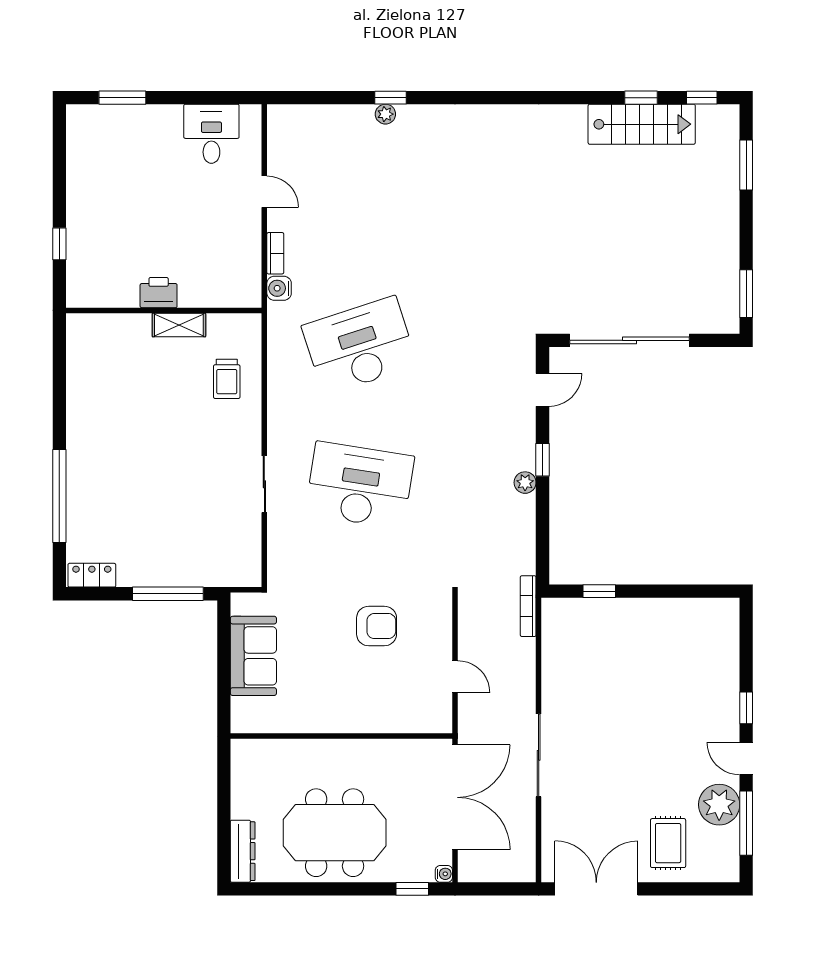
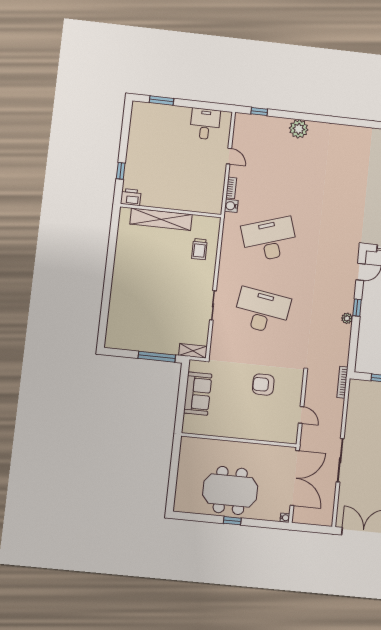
window: (391, 98) -> (259, 112), moved
plant: (385, 114) -> (299, 129), width x1.88, depth x1.88
printer: (159, 293) -> (131, 197), moved
shelving: (179, 325) -> (161, 219), width x2.20, depth x1.33
window: (59, 496) -> (106, 300), removed
locker: (92, 575) -> (118, 343), removed
shelving: (235, 575) -> (193, 351), added
armchair: (377, 626) -> (263, 385), turned 180
dresser: (243, 851) -> (181, 496), removed
window: (412, 889) -> (232, 521), moved

